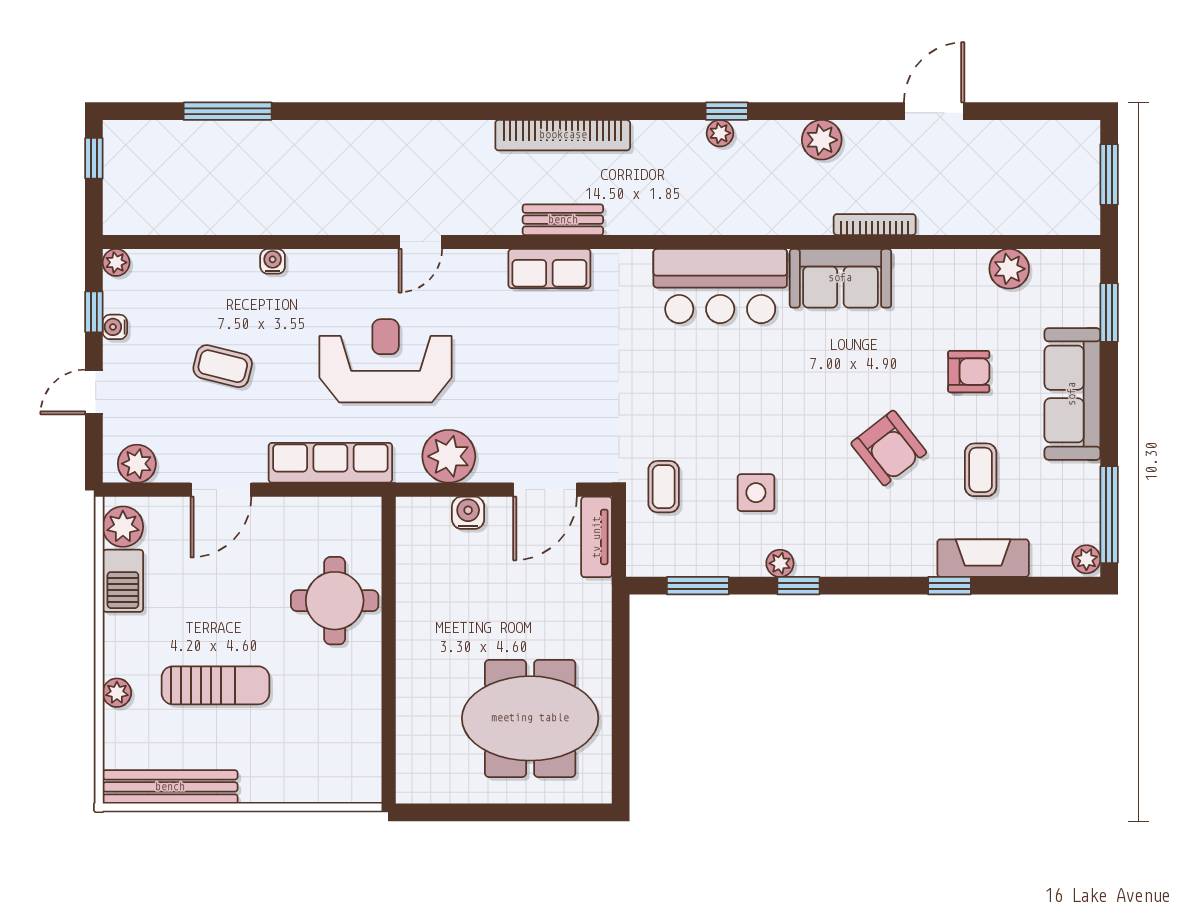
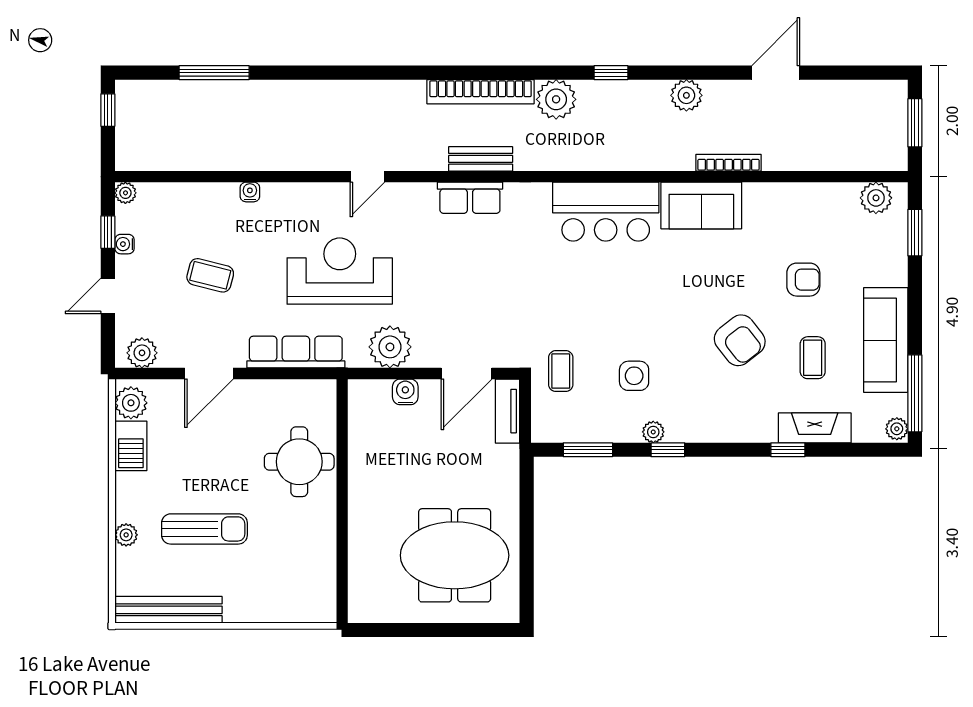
plant: (720, 133) -> (556, 99), moved, width x1.88, depth x1.88
plant: (1009, 269) -> (876, 198), moved
sofa: (1072, 394) -> (886, 340), moved

